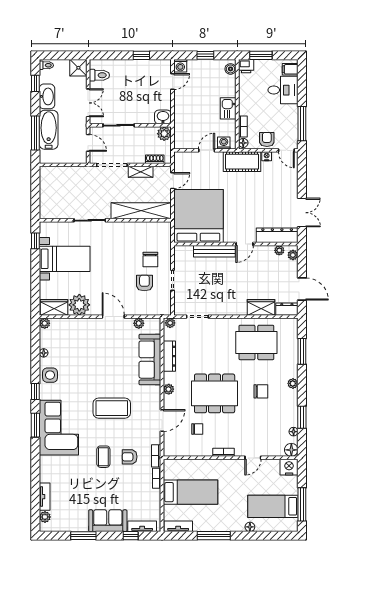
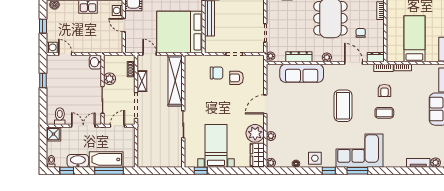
plant: (164, 134) -> (110, 79), moved
plant: (139, 323) -> (271, 136), moved
dresser: (169, 447) -> (376, 57), added

